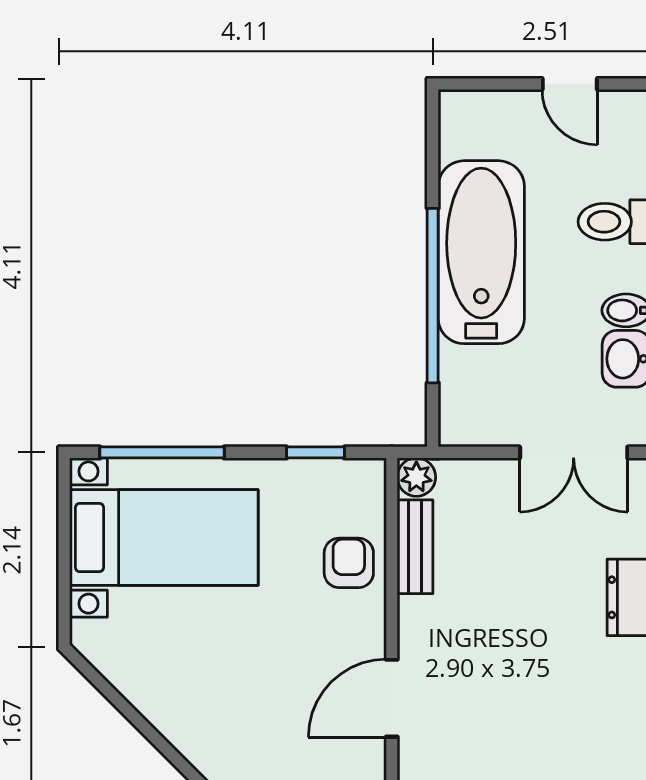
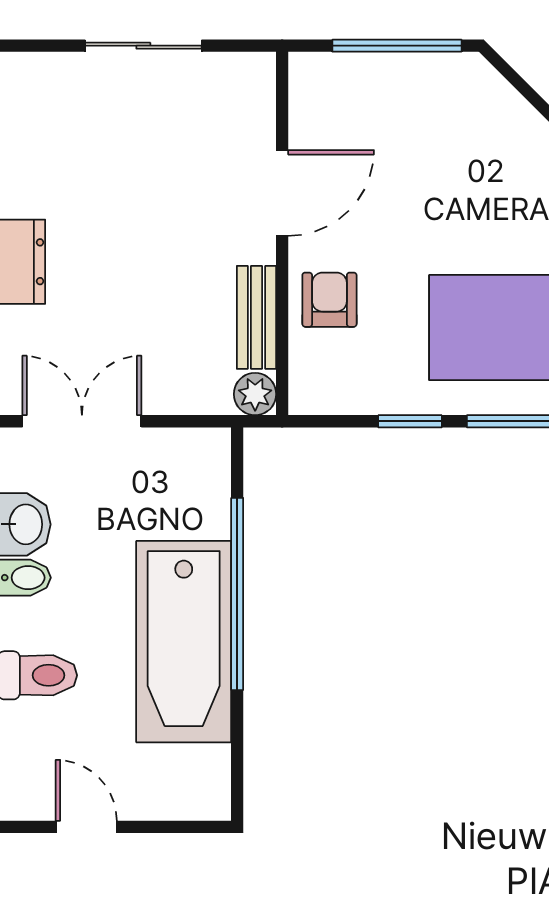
window: (315, 452) -> (410, 421), moved
armchair: (349, 563) -> (329, 300), turned 180
door: (392, 698) -> (282, 193), moved

